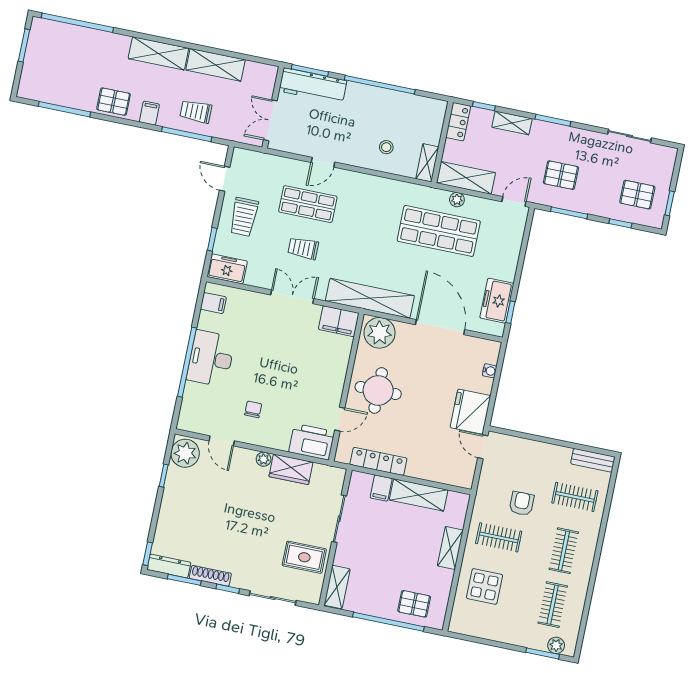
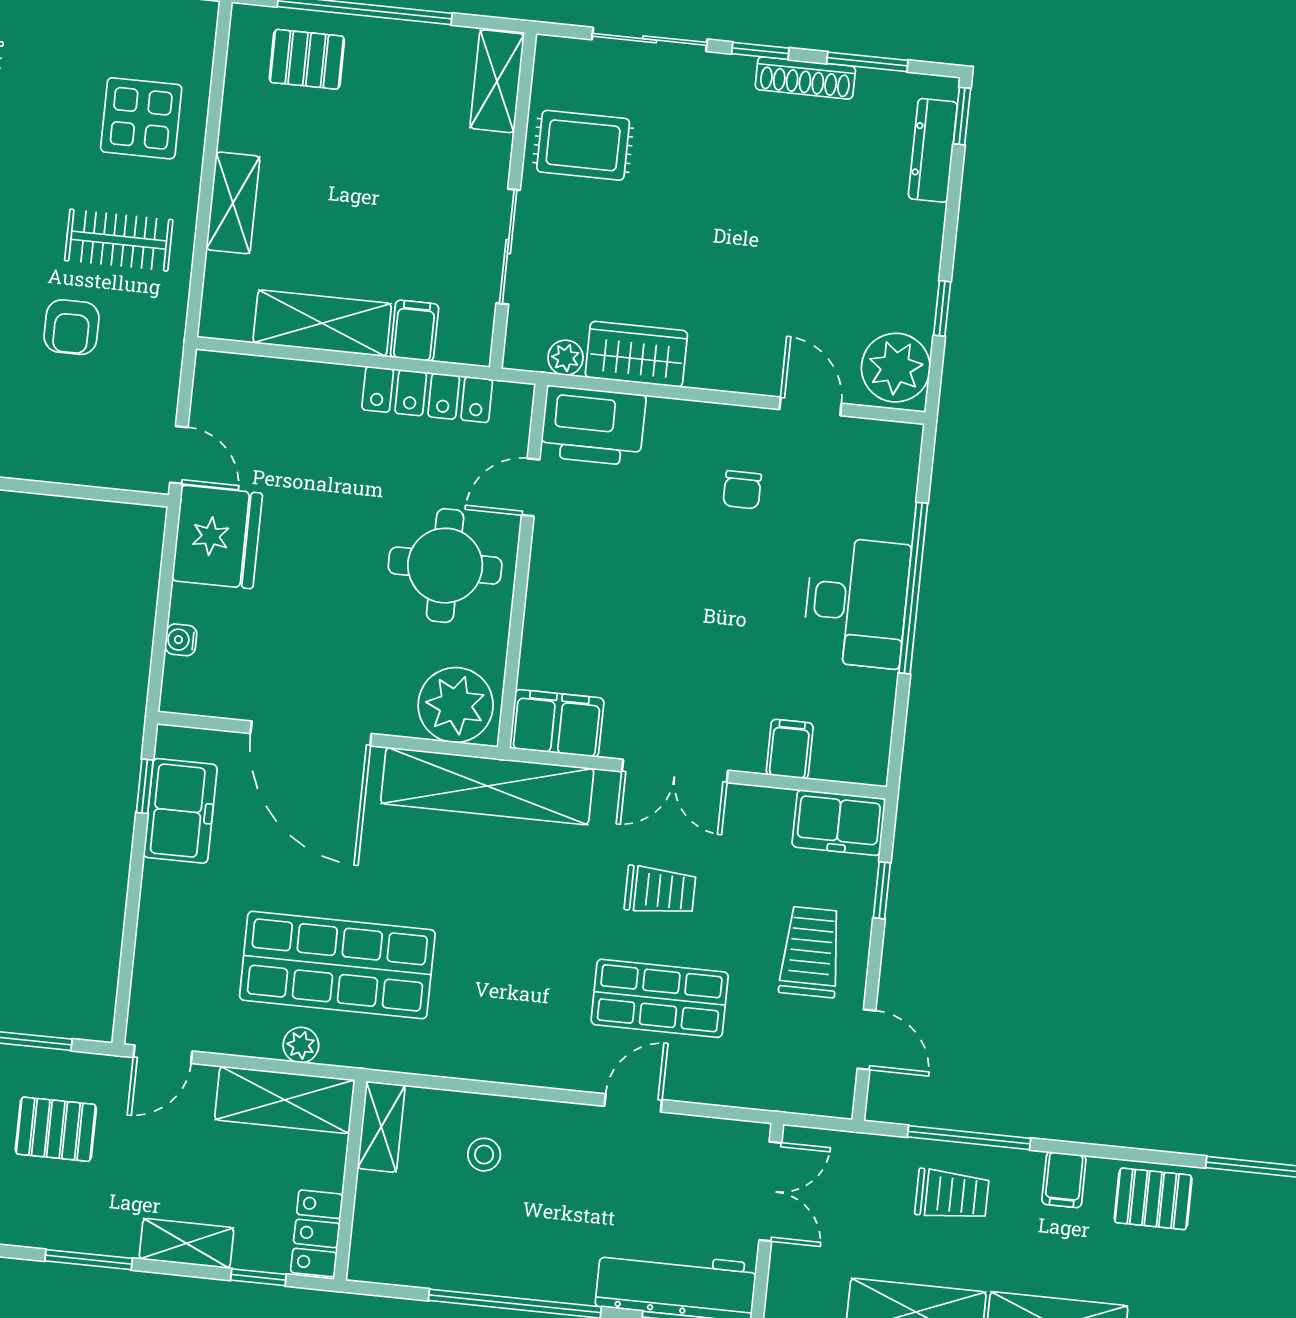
filing cabinet: (213, 303) -> (790, 749), moved, turned 90
plant: (264, 459) -> (566, 358), moved
dresser: (169, 566) -> (933, 150), moved, turned 90

